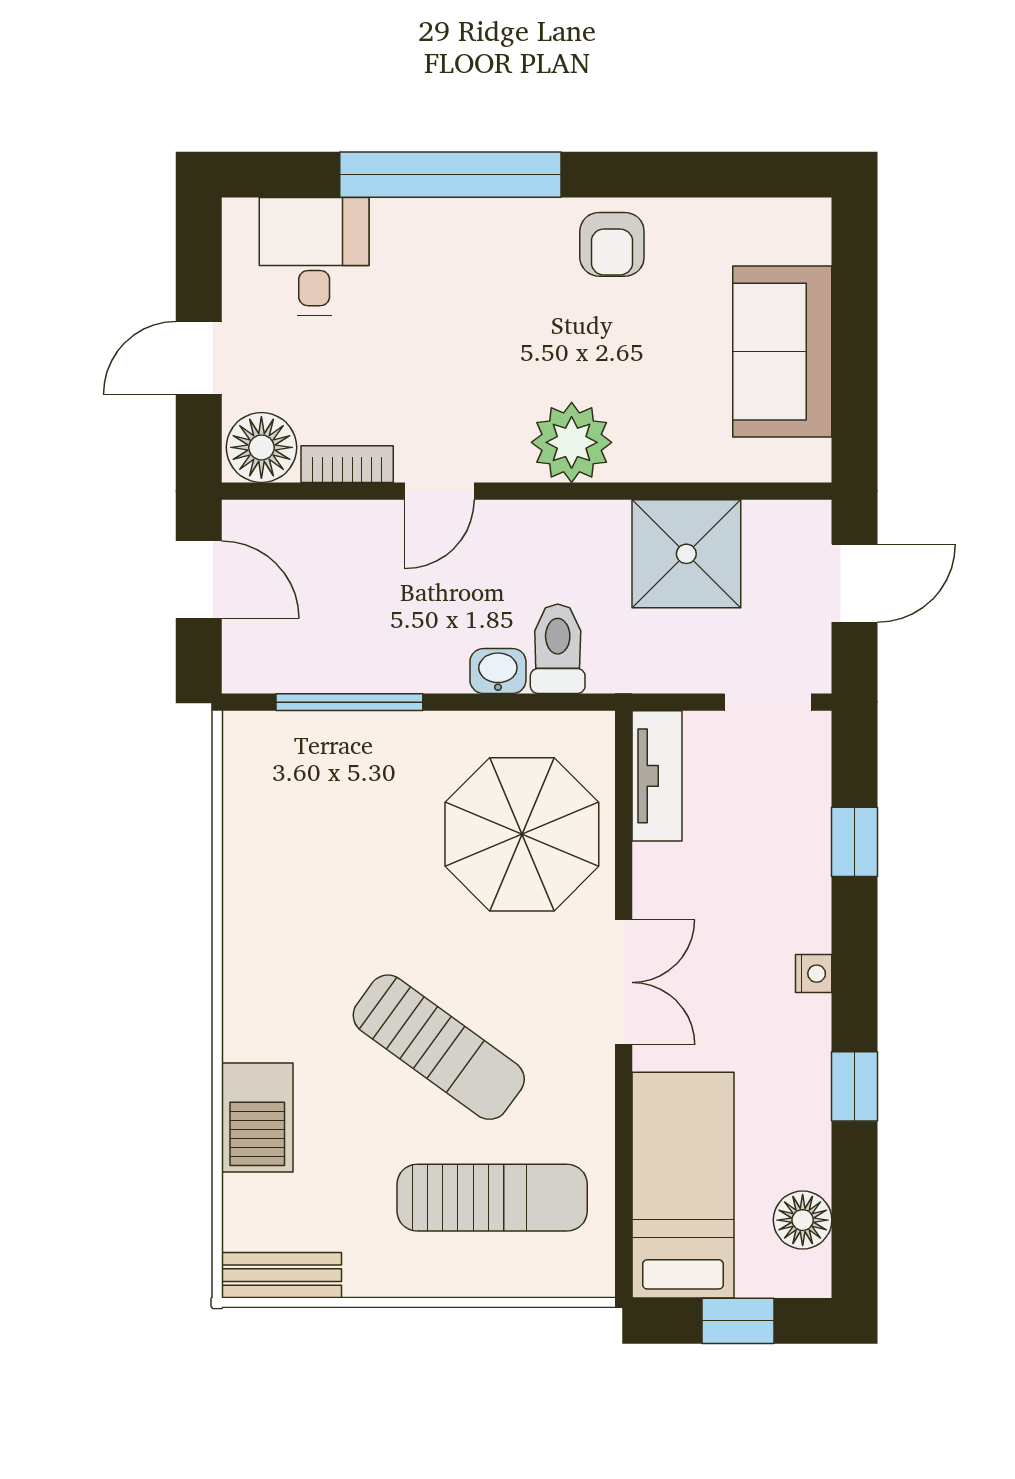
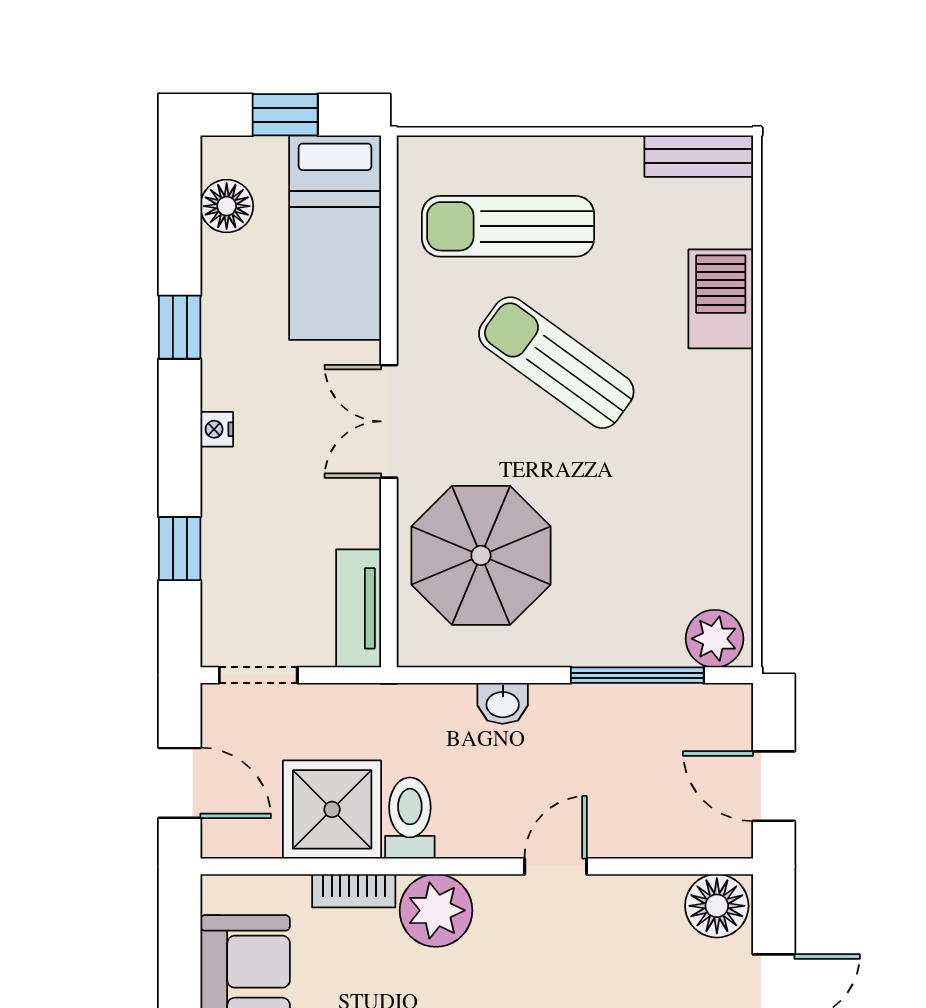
bookcase: (347, 464) -> (354, 891), moved
door: (855, 583) -> (180, 783), swing flipped
toilet: (558, 649) -> (410, 818), moved, turned 180
plant: (264, 742) -> (715, 639), added

